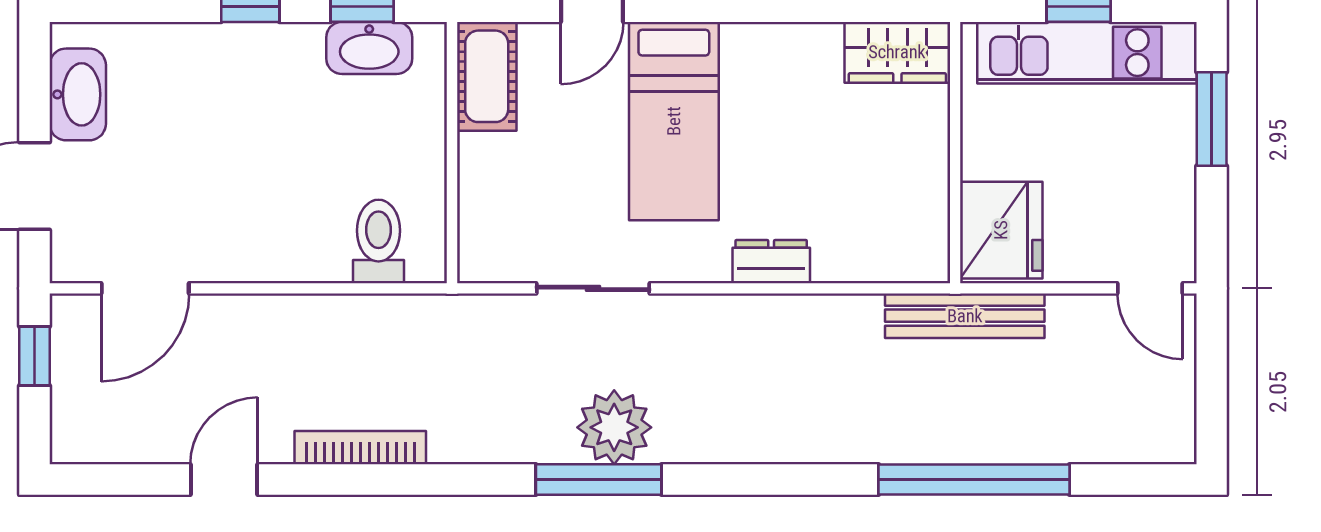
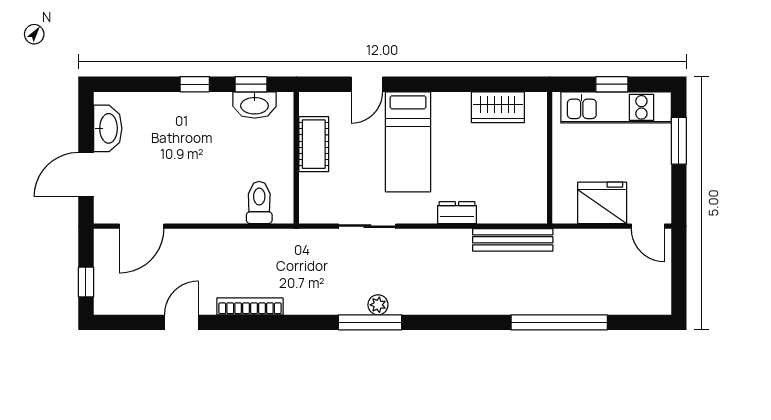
wardrobe: (897, 52) -> (498, 107), moved
cot: (487, 76) -> (314, 144), moved
fridge: (1001, 230) -> (602, 203), moved, turned -90
bench: (965, 316) -> (513, 240), moved
window: (34, 356) -> (86, 282), moved
plant: (614, 427) -> (378, 305), width x0.53, depth x0.53

